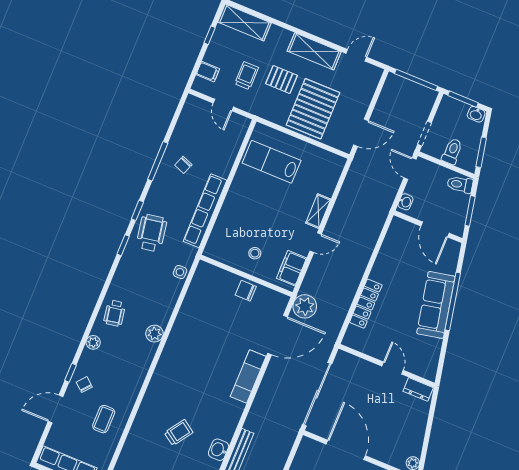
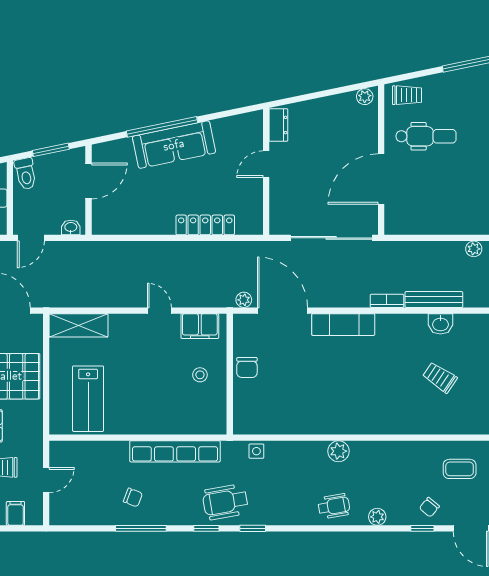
shelving: (318, 211) -> (79, 325), moved, width x1.50, depth x1.33
plant: (305, 306) -> (244, 300), width x0.53, depth x0.53
bookcase: (252, 417) -> (387, 301), added

